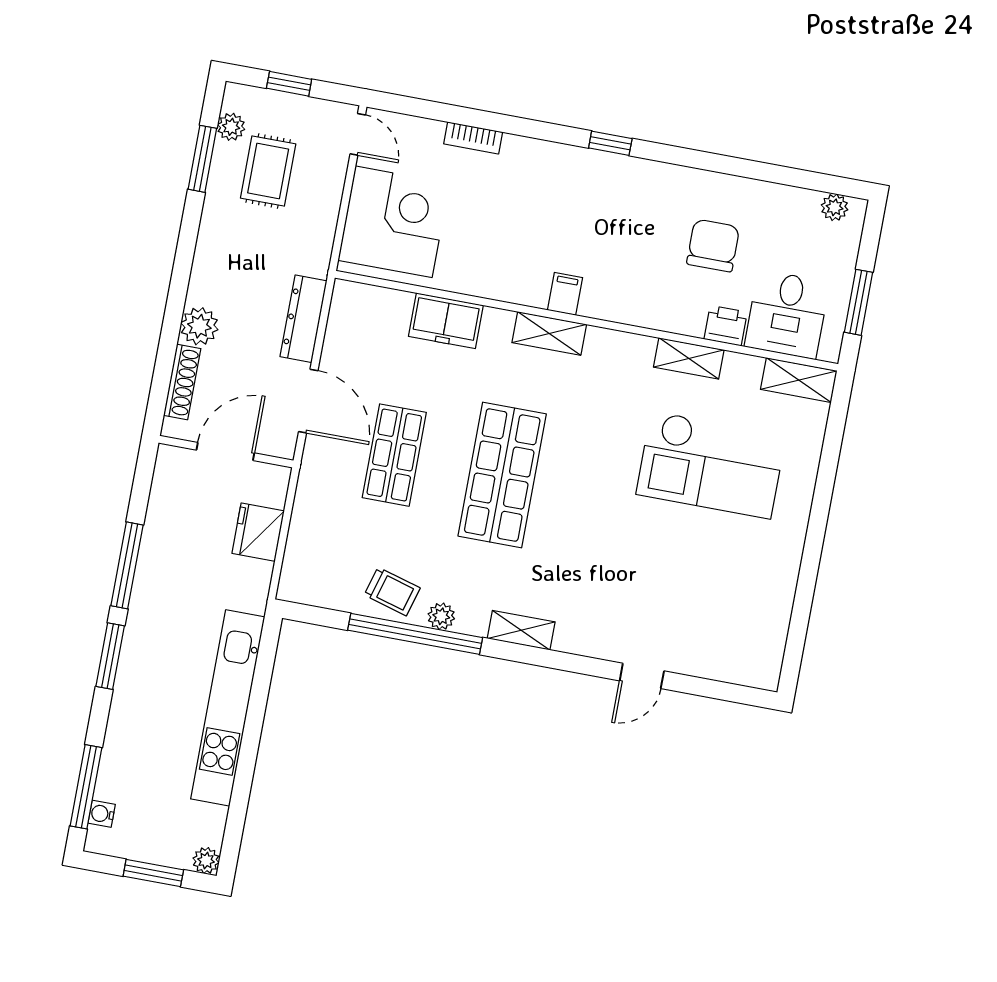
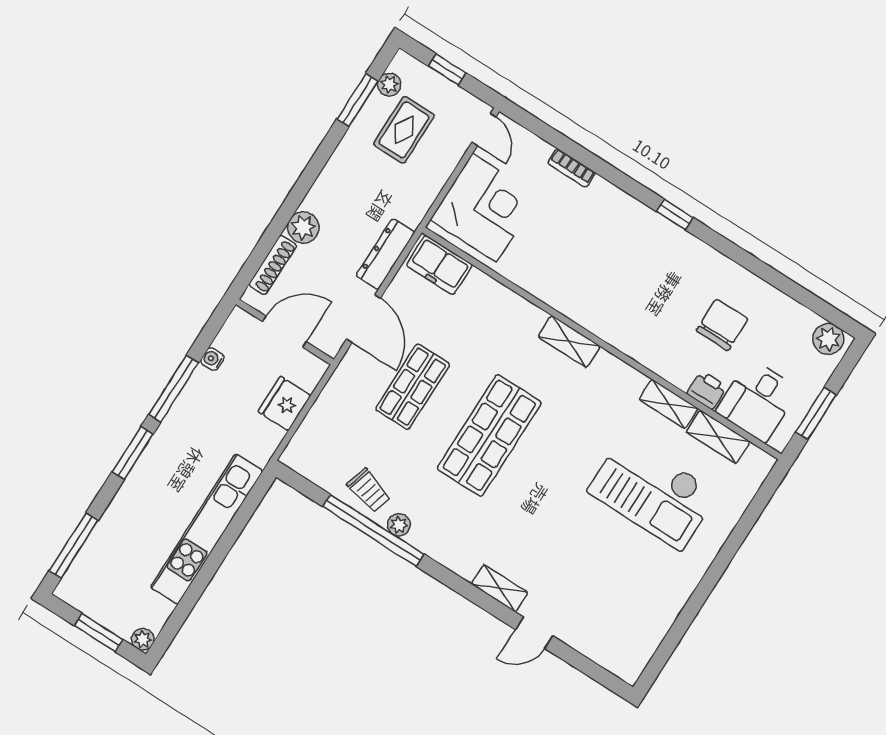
plant: (835, 207) -> (828, 339), width x1.38, depth x1.38
filing cabinet: (565, 294) -> (594, 316), removed
freezer: (446, 321) -> (439, 265), moved
shelving: (799, 380) -> (718, 437), moved
shelving: (521, 630) -> (500, 588), moved
water cooler: (102, 814) -> (212, 359), moved

